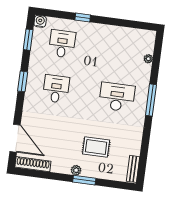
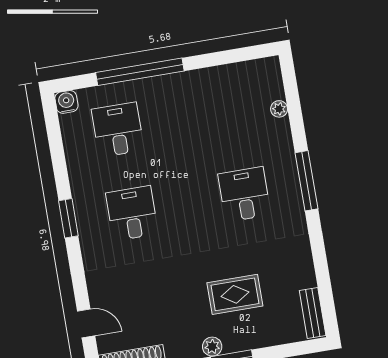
window: (83, 17) -> (140, 72), width x3.17
window: (28, 40) -> (55, 141), removed
desk: (117, 97) -> (244, 194), width x0.73
door: (15, 138) -> (86, 323), width x0.53

